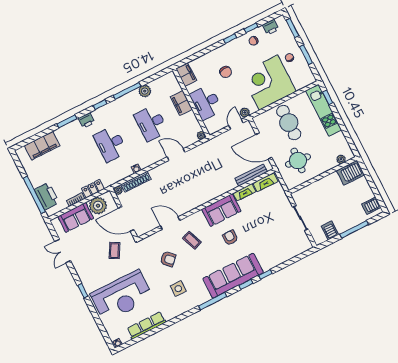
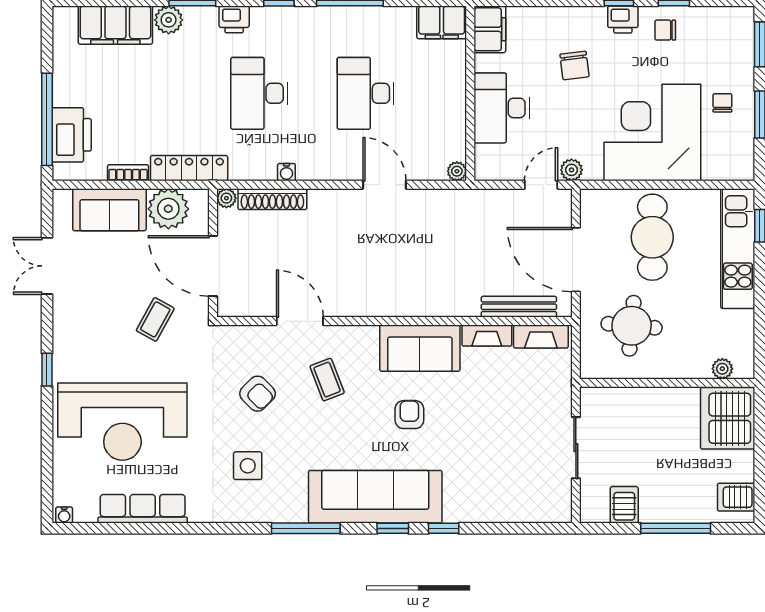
printer: (271, 27) -> (623, 19), moved
plant: (145, 91) -> (169, 20), moved
filing cabinet: (181, 103) -> (442, 22), moved, turned -90
server rack: (350, 173) -> (728, 418), width x1.60
locker: (93, 189) -> (189, 168), width x1.53

